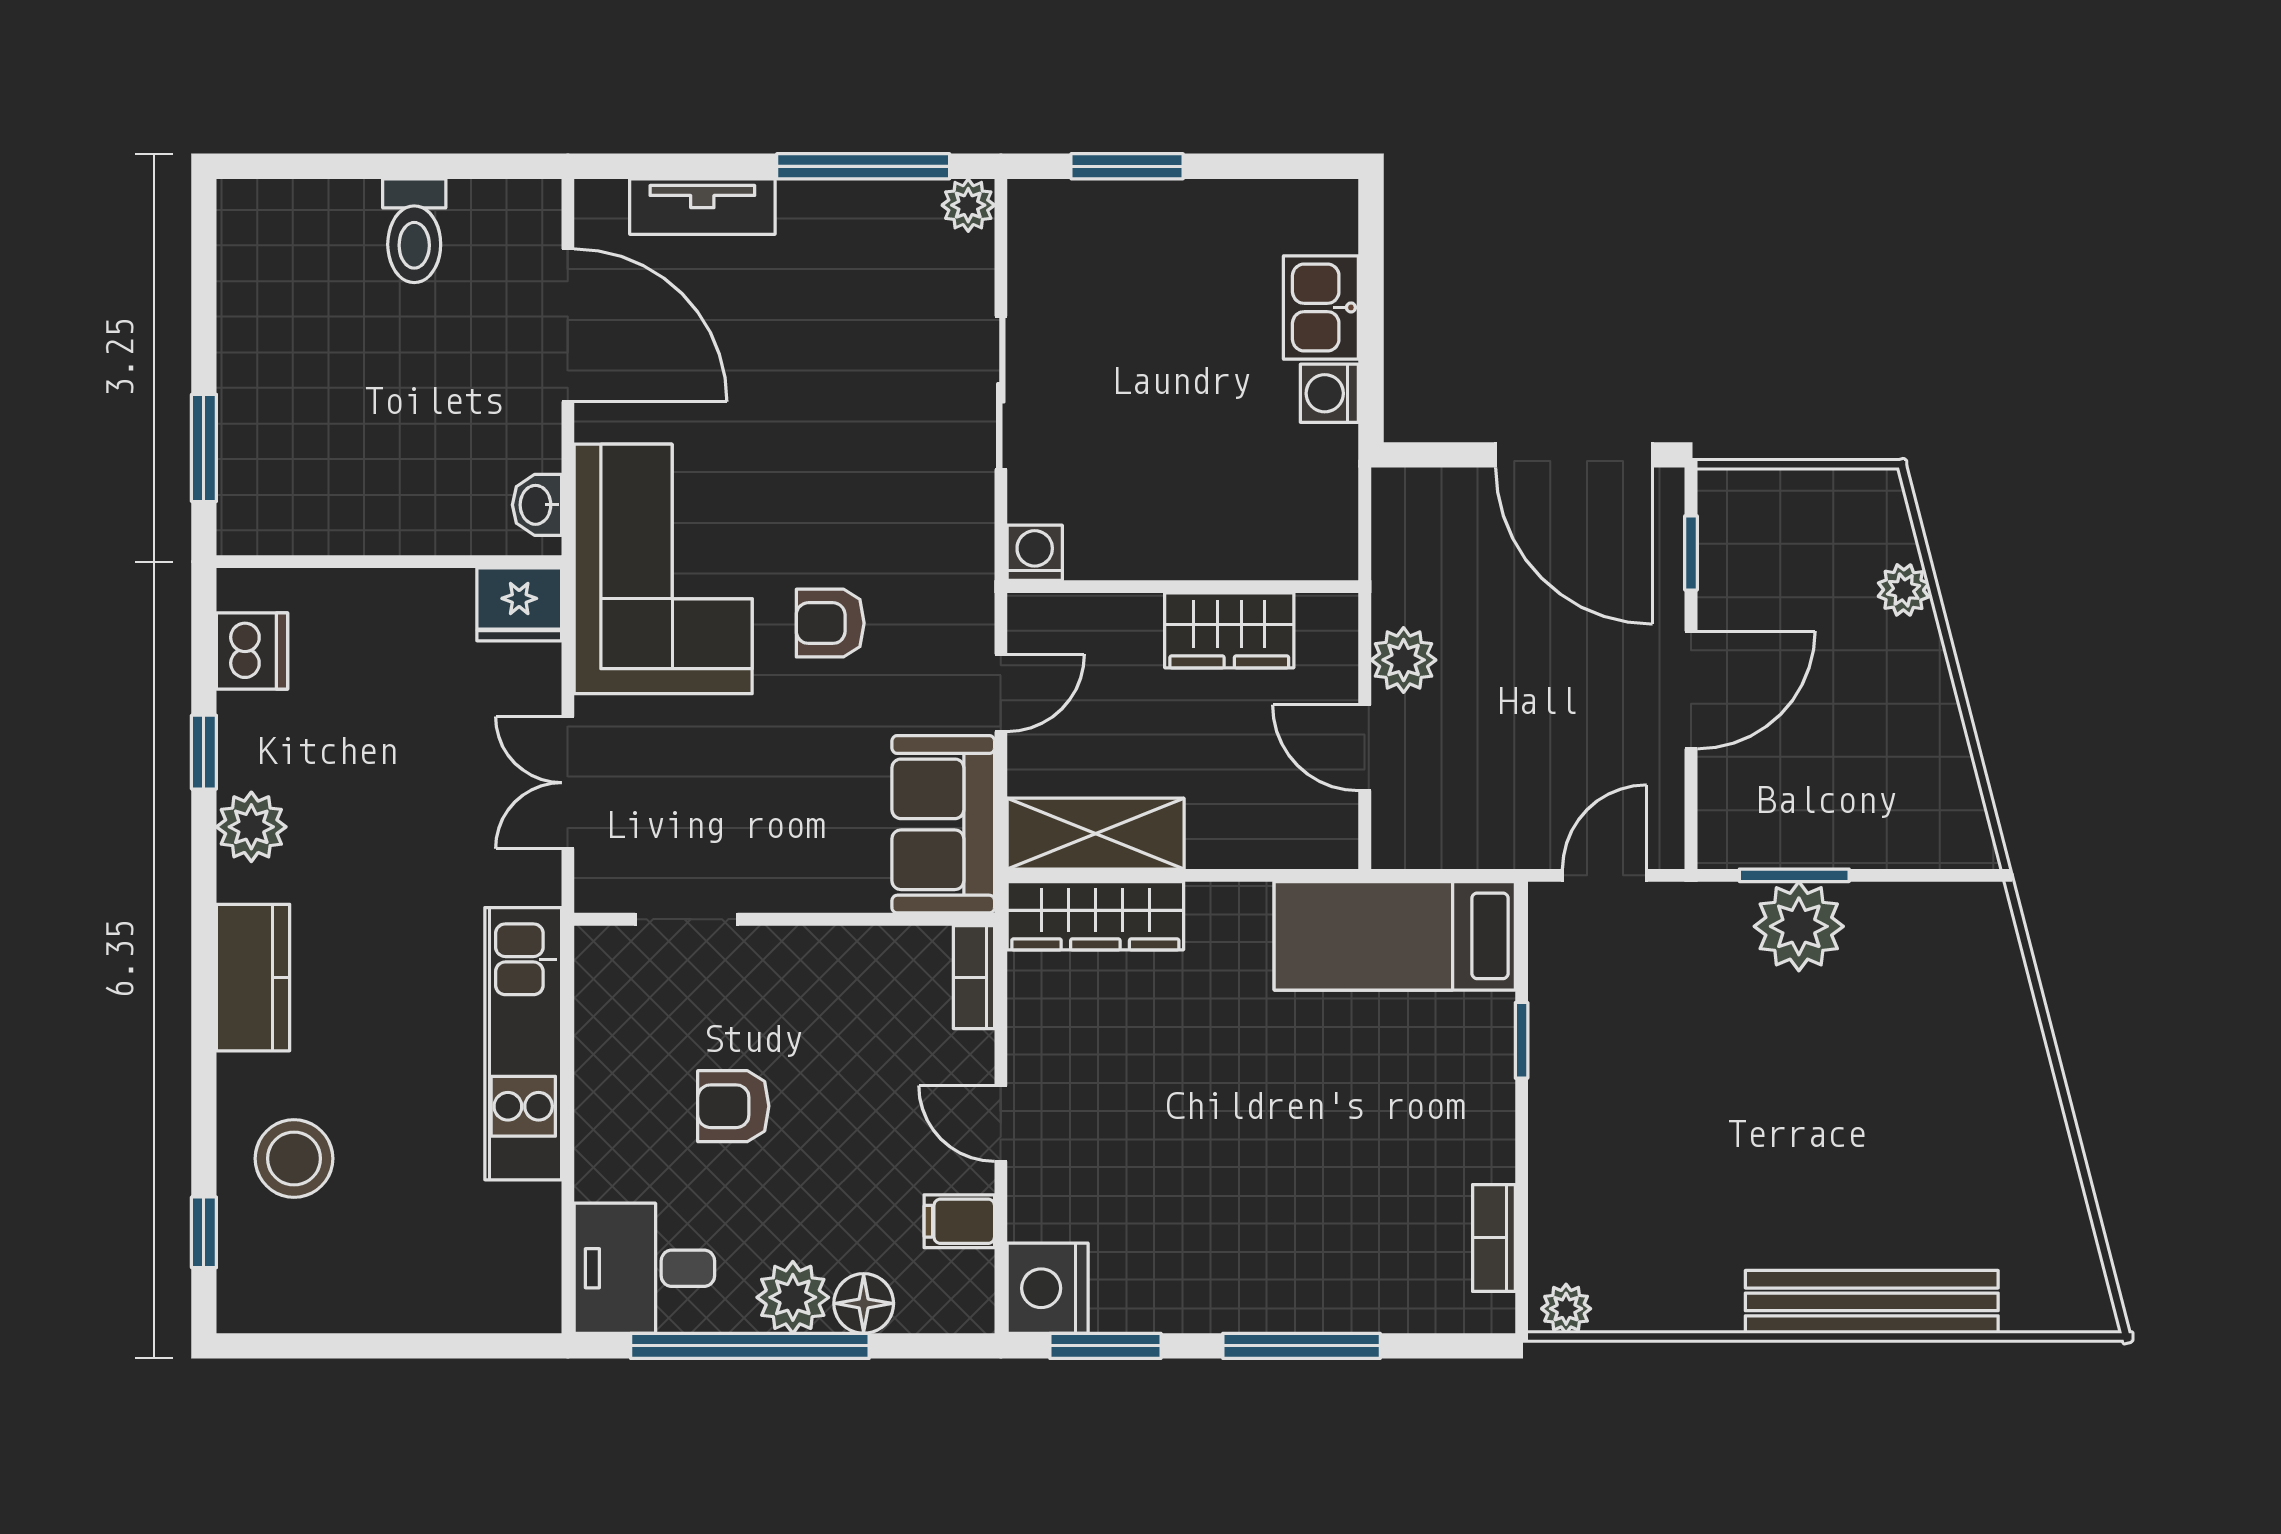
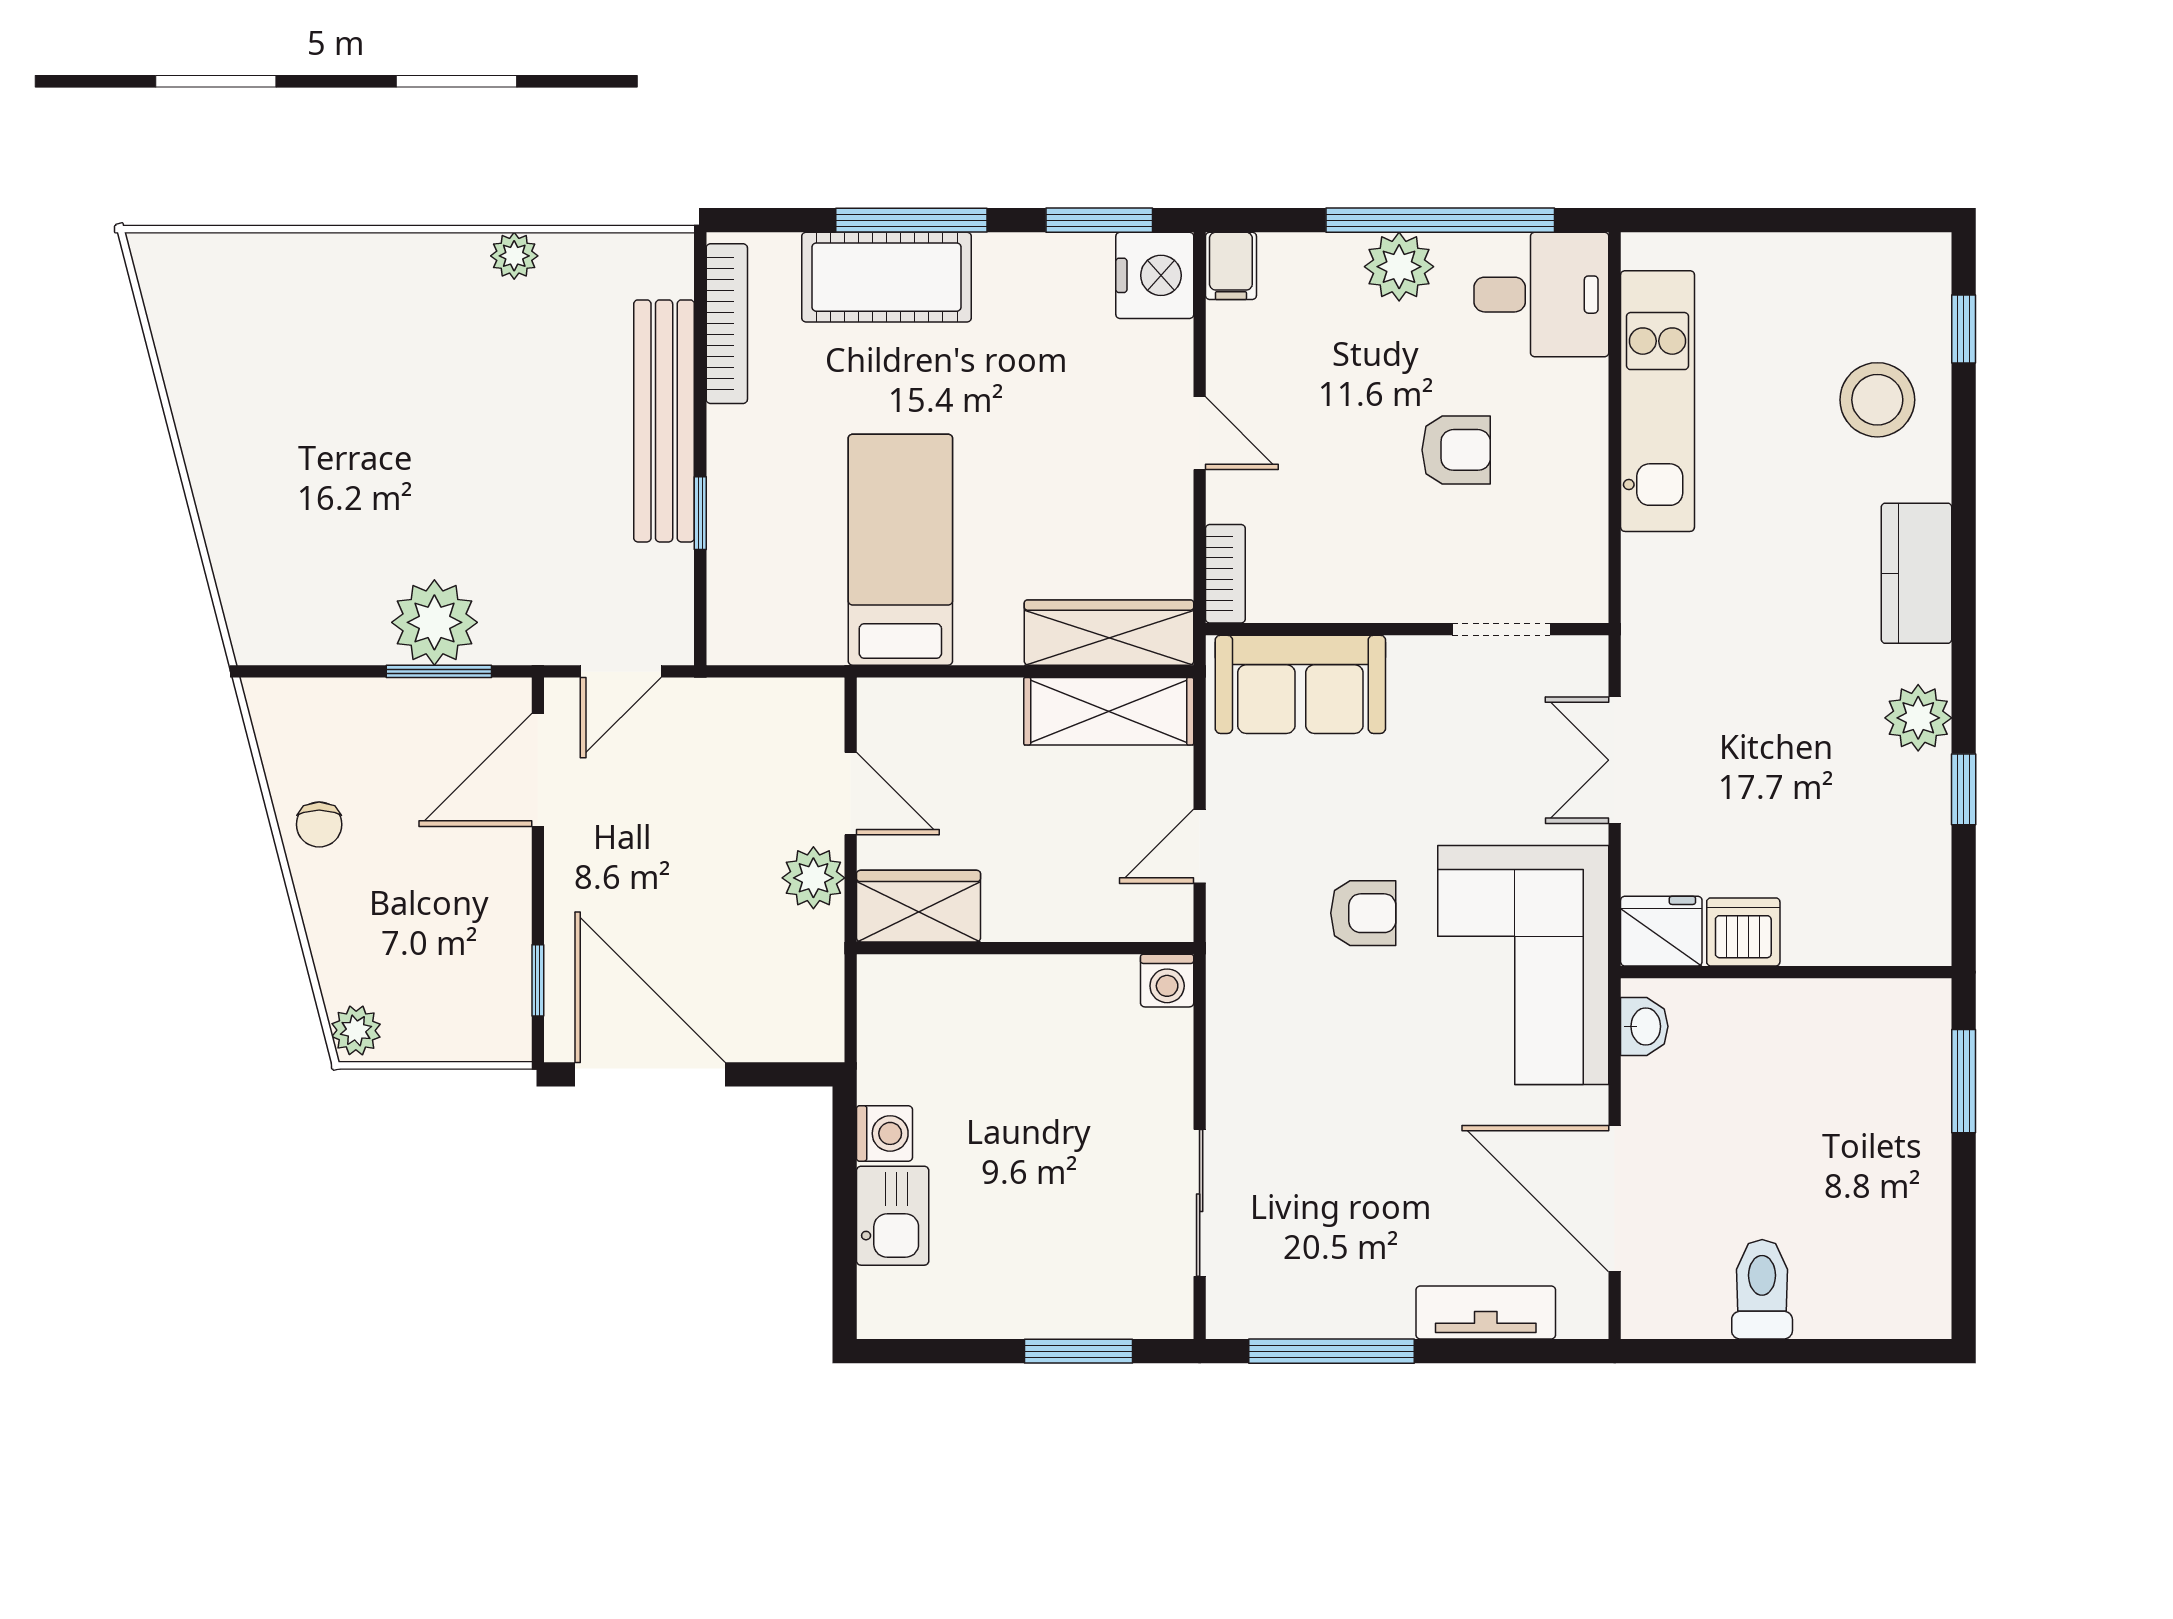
plant: (968, 205) -> (1231, 1314), removed
sliding door: (1001, 393) -> (1200, 1203), moved
plant: (1904, 590) -> (356, 1030), moved
wardrobe: (1229, 630) -> (919, 906), moved
dishwasher: (252, 651) -> (1743, 932), moved, turned 90
door: (1691, 690) -> (538, 770), moved
chair: (1919, 716) -> (319, 824), added
double door: (568, 783) -> (1615, 760), swing flipped
sofa: (943, 824) -> (1300, 684), moved, turned 90
bed: (1395, 936) -> (900, 550), moved, turned -90
kitchen unit: (523, 1044) -> (1657, 401), moved
filing cabinet: (959, 1221) -> (1231, 266), moved, turned 90
bookcase: (1494, 1238) -> (727, 324), width x1.56
cot: (1327, 1286) -> (887, 277), added
bench: (1872, 1302) -> (664, 421), moved, turned 90
floor lamp: (864, 1303) -> (1331, 261), removed
plant: (1566, 1309) -> (514, 256), moved

